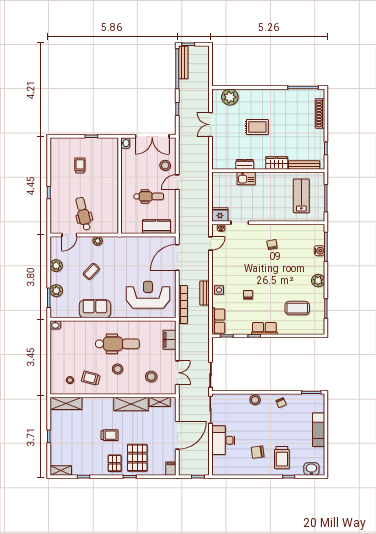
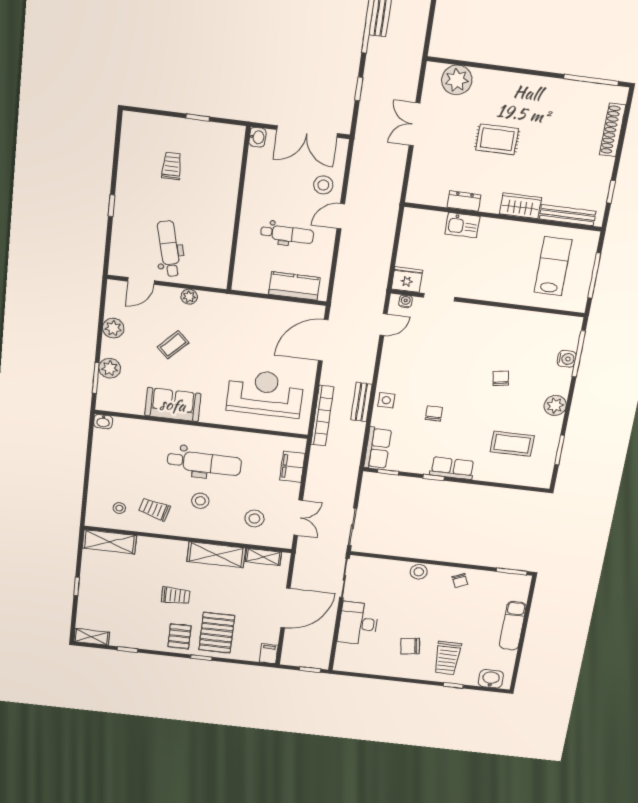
chair: (272, 245) -> (501, 378), moved

